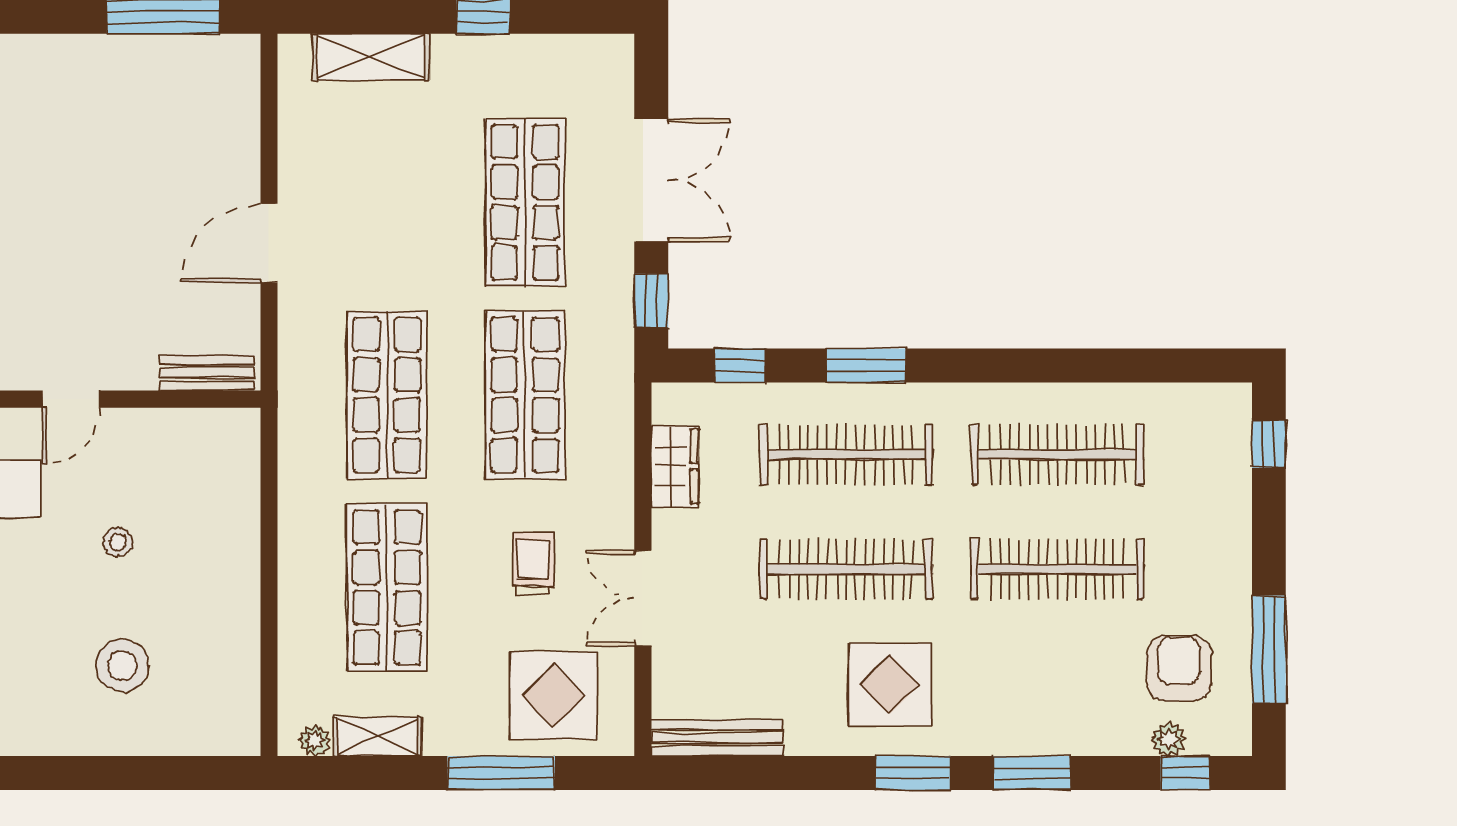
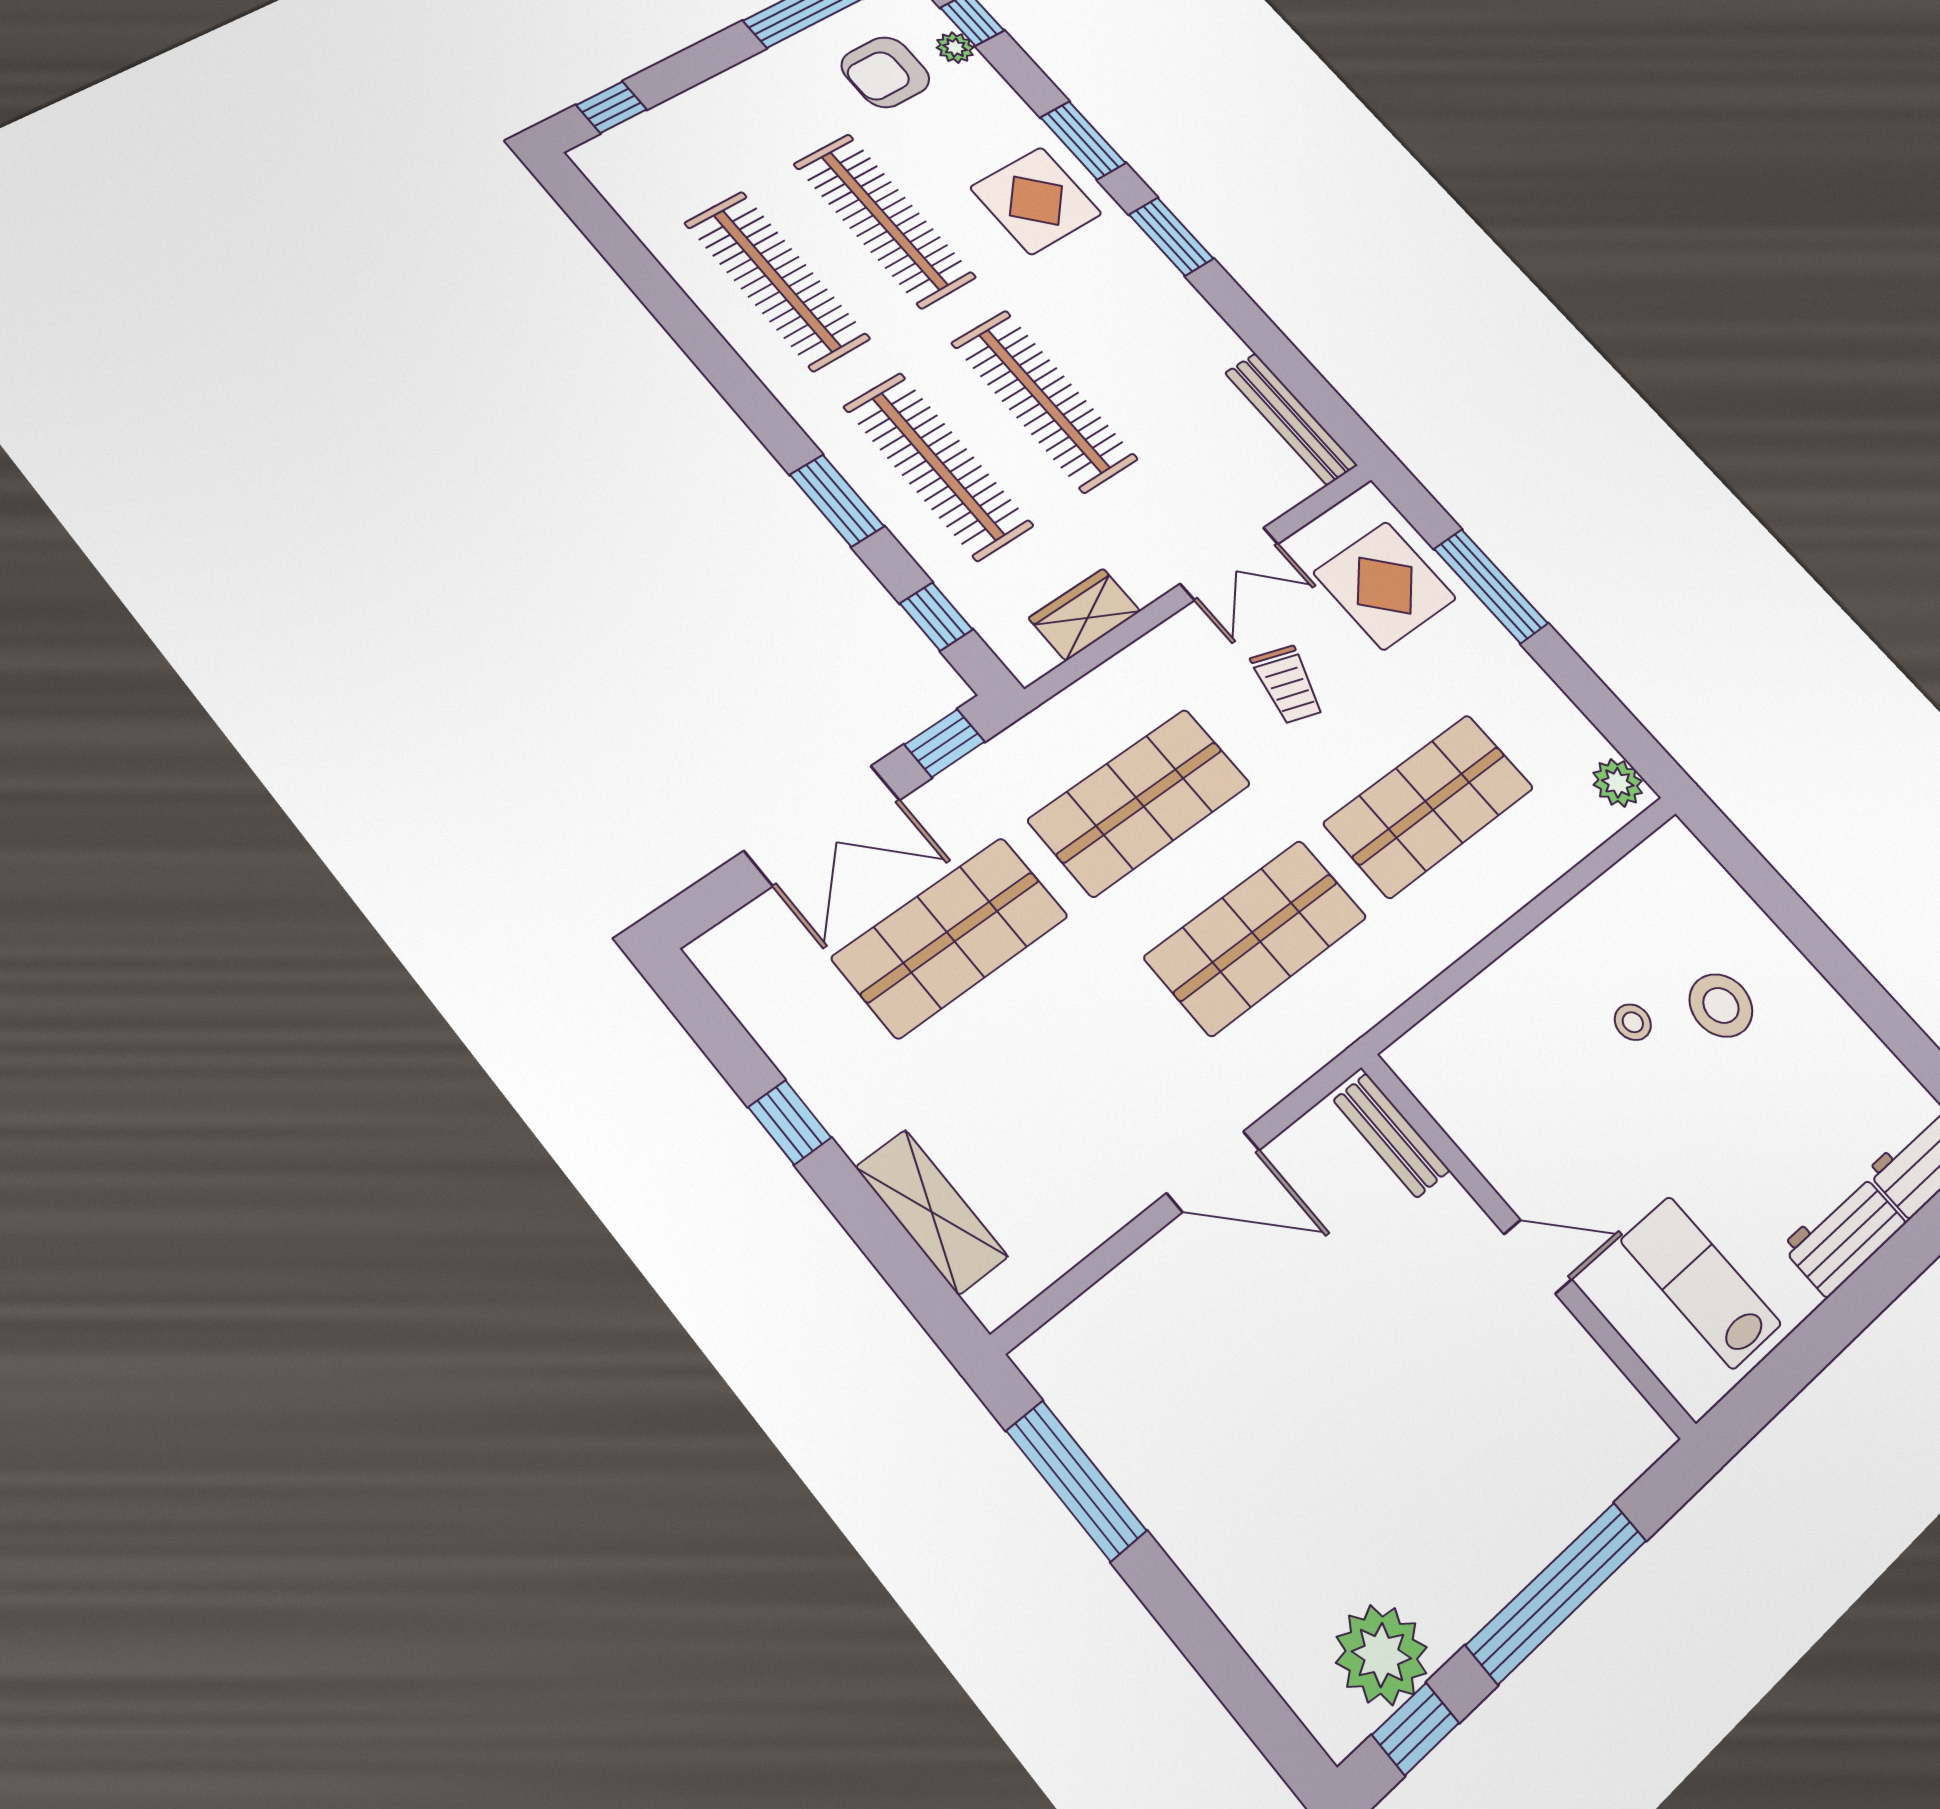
double door: (651, 180) -> (822, 825), swing flipped
stool: (118, 542) -> (1633, 1022), moved
trolley: (533, 564) -> (1288, 685), turned -73
display table: (890, 684) -> (1036, 201), moved
shelving: (377, 737) -> (1562, 719), removed
plant: (315, 740) -> (1618, 783), width x1.38, depth x1.38

